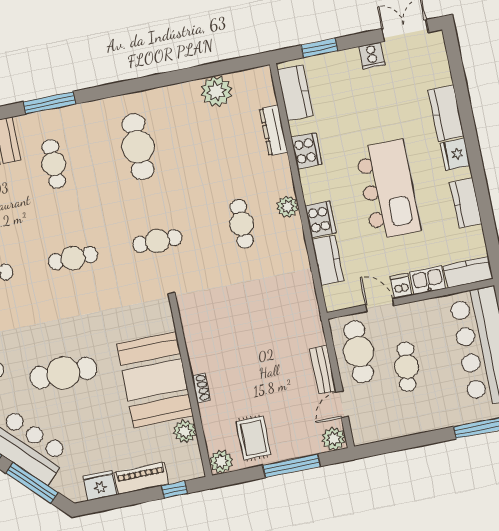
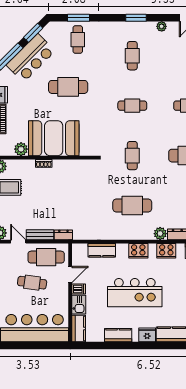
plant: (287, 207) -> (160, 234), moved
cooker: (321, 219) -> (138, 251), moved
cafe table: (242, 224) -> (132, 206), width x1.37, depth x1.35
cafe table: (73, 258) -> (132, 106), turned 90
dresser: (315, 330) -> (63, 235), added
cafe table: (63, 373) -> (68, 87), turned 90

